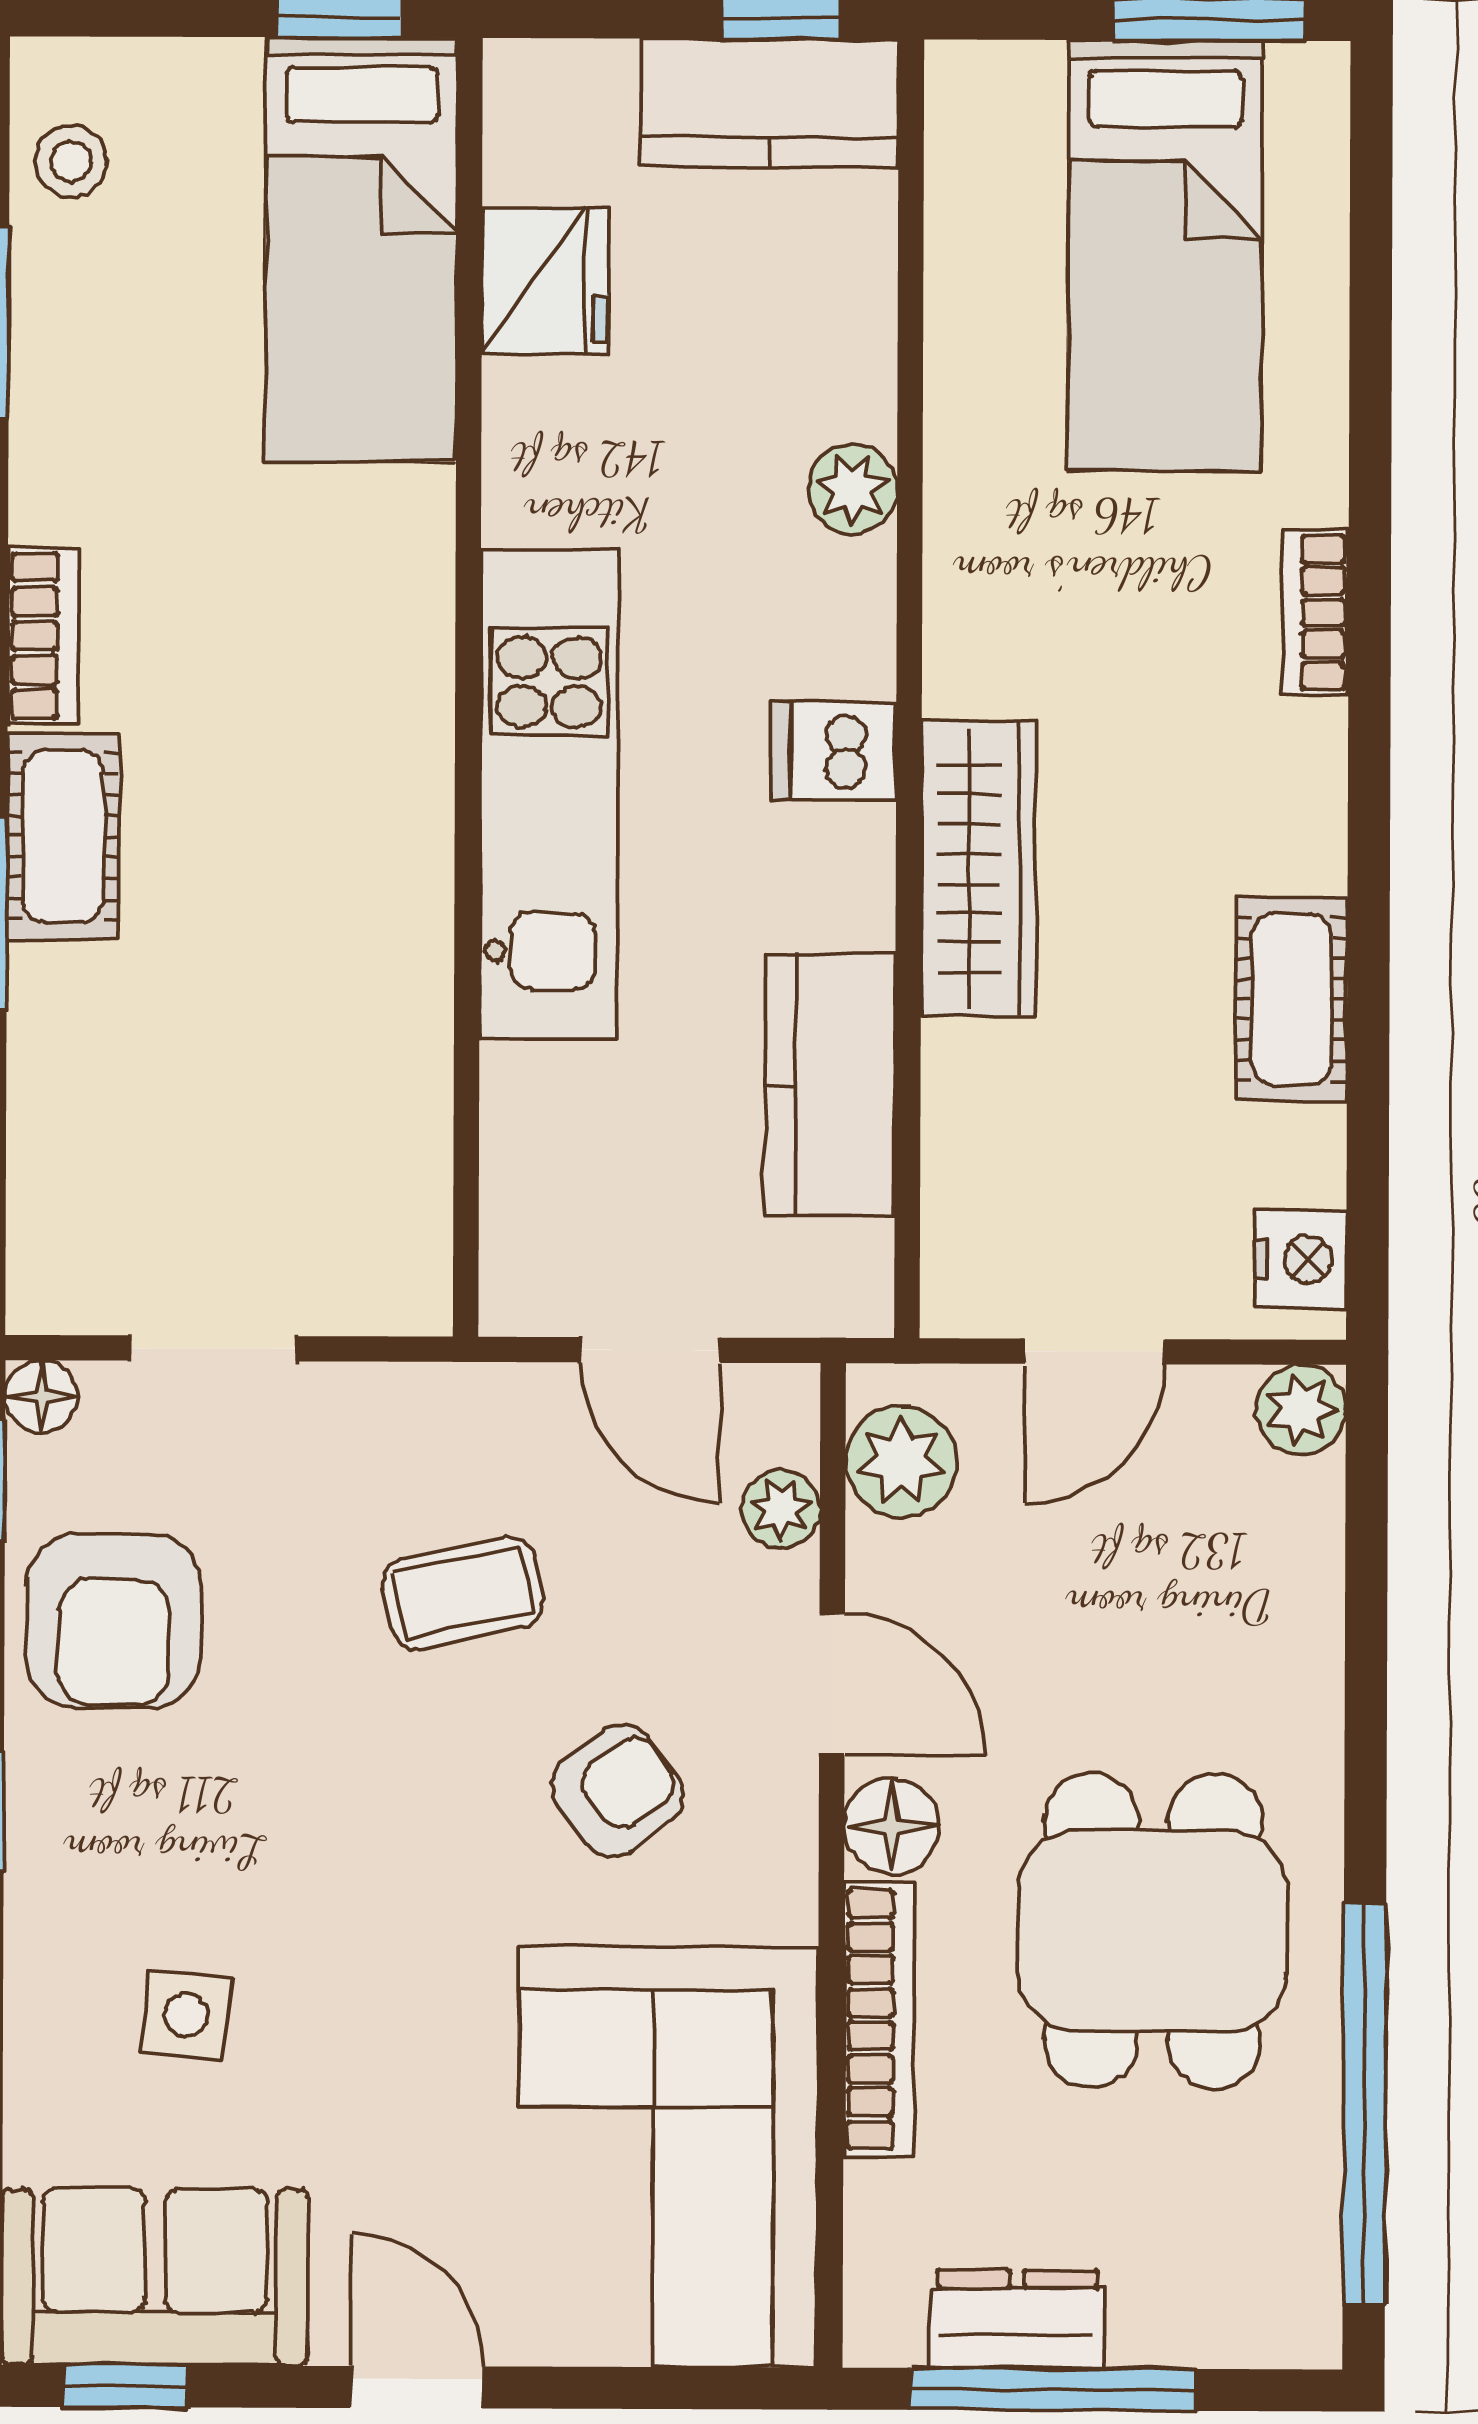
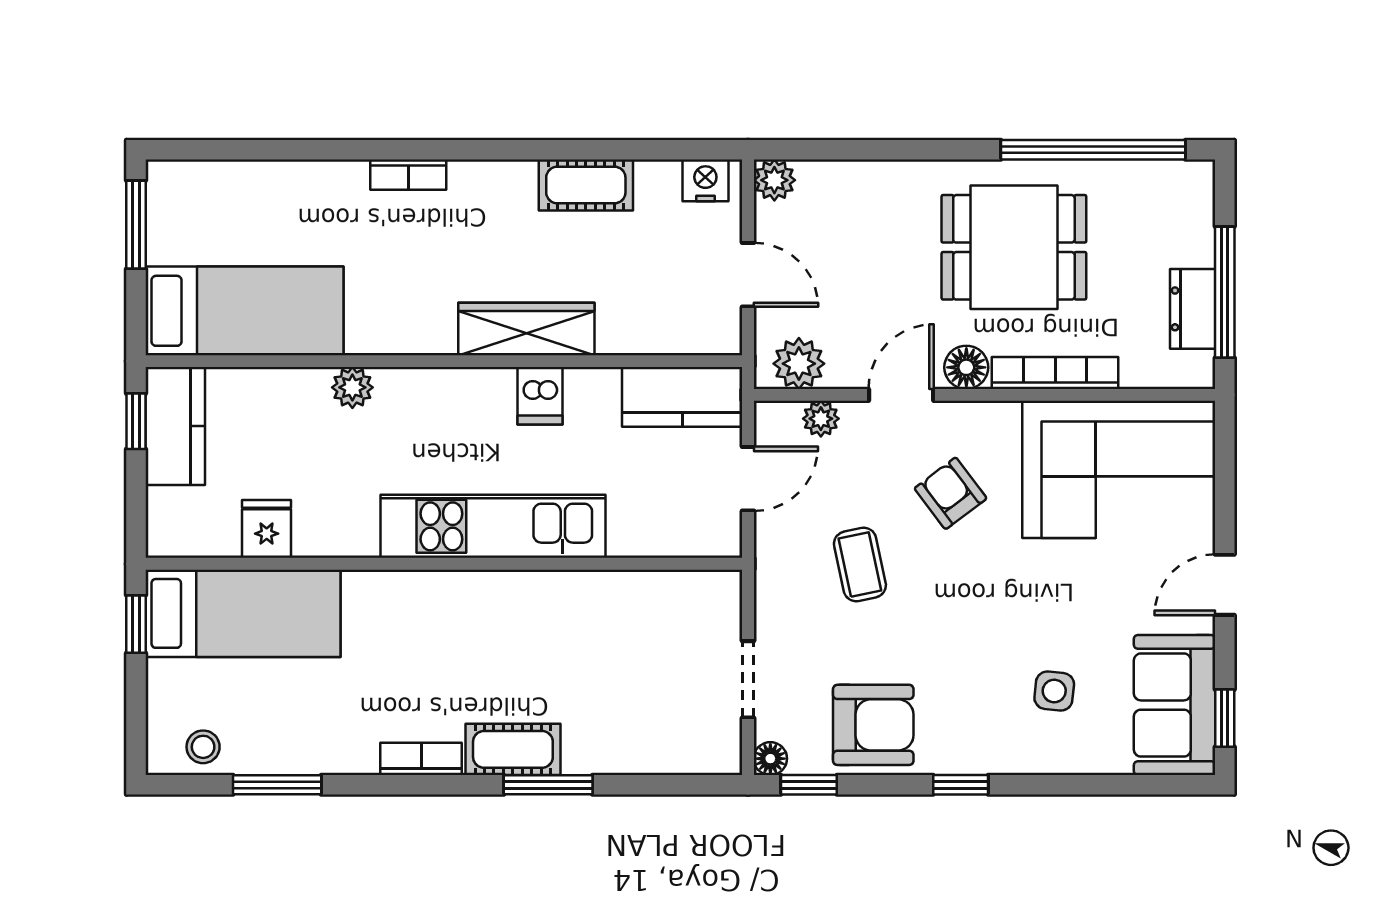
bed: (1165, 256) -> (245, 311), moved
fridge: (545, 281) -> (267, 529), width x0.72
dishwasher: (833, 751) -> (540, 396), moved
kitchen counter: (830, 1085) -> (682, 397), moved

